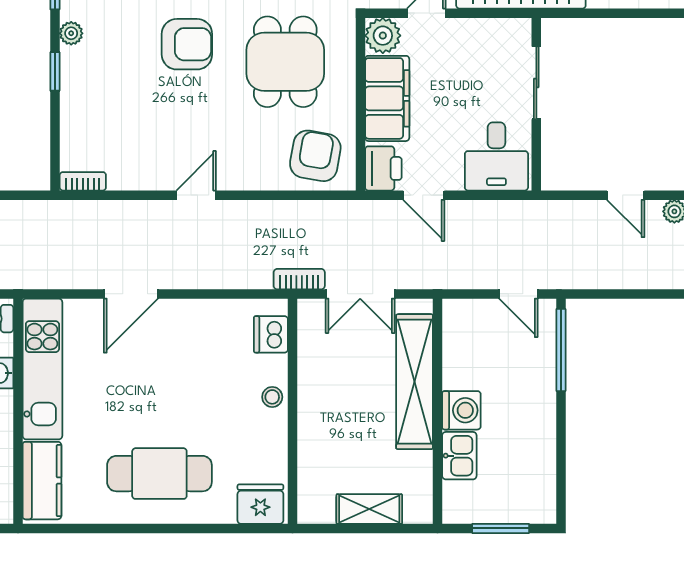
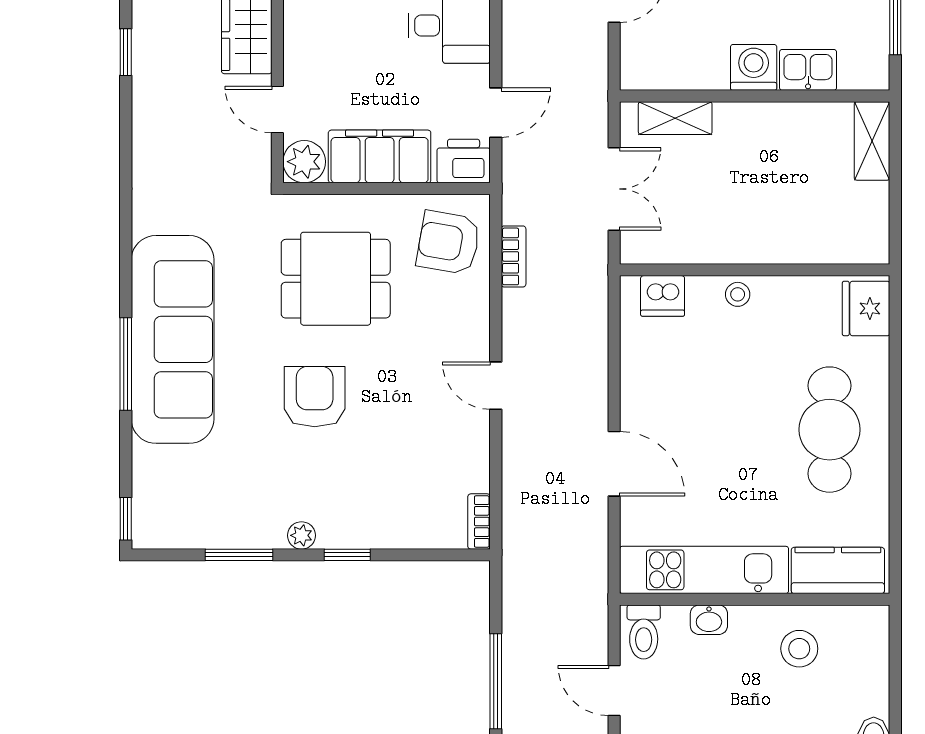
bookcase: (299, 279) -> (514, 256), moved, turned 180
shelving: (415, 382) -> (675, 118), width x0.45, depth x0.75
shelving: (369, 509) -> (872, 141), moved

